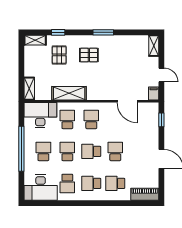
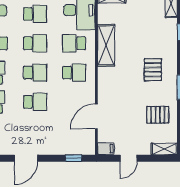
pallet: (59, 55) -> (158, 115), moved
school desk: (67, 119) -> (74, 43), turned 180
school desk: (91, 151) -> (35, 73), turned 90

